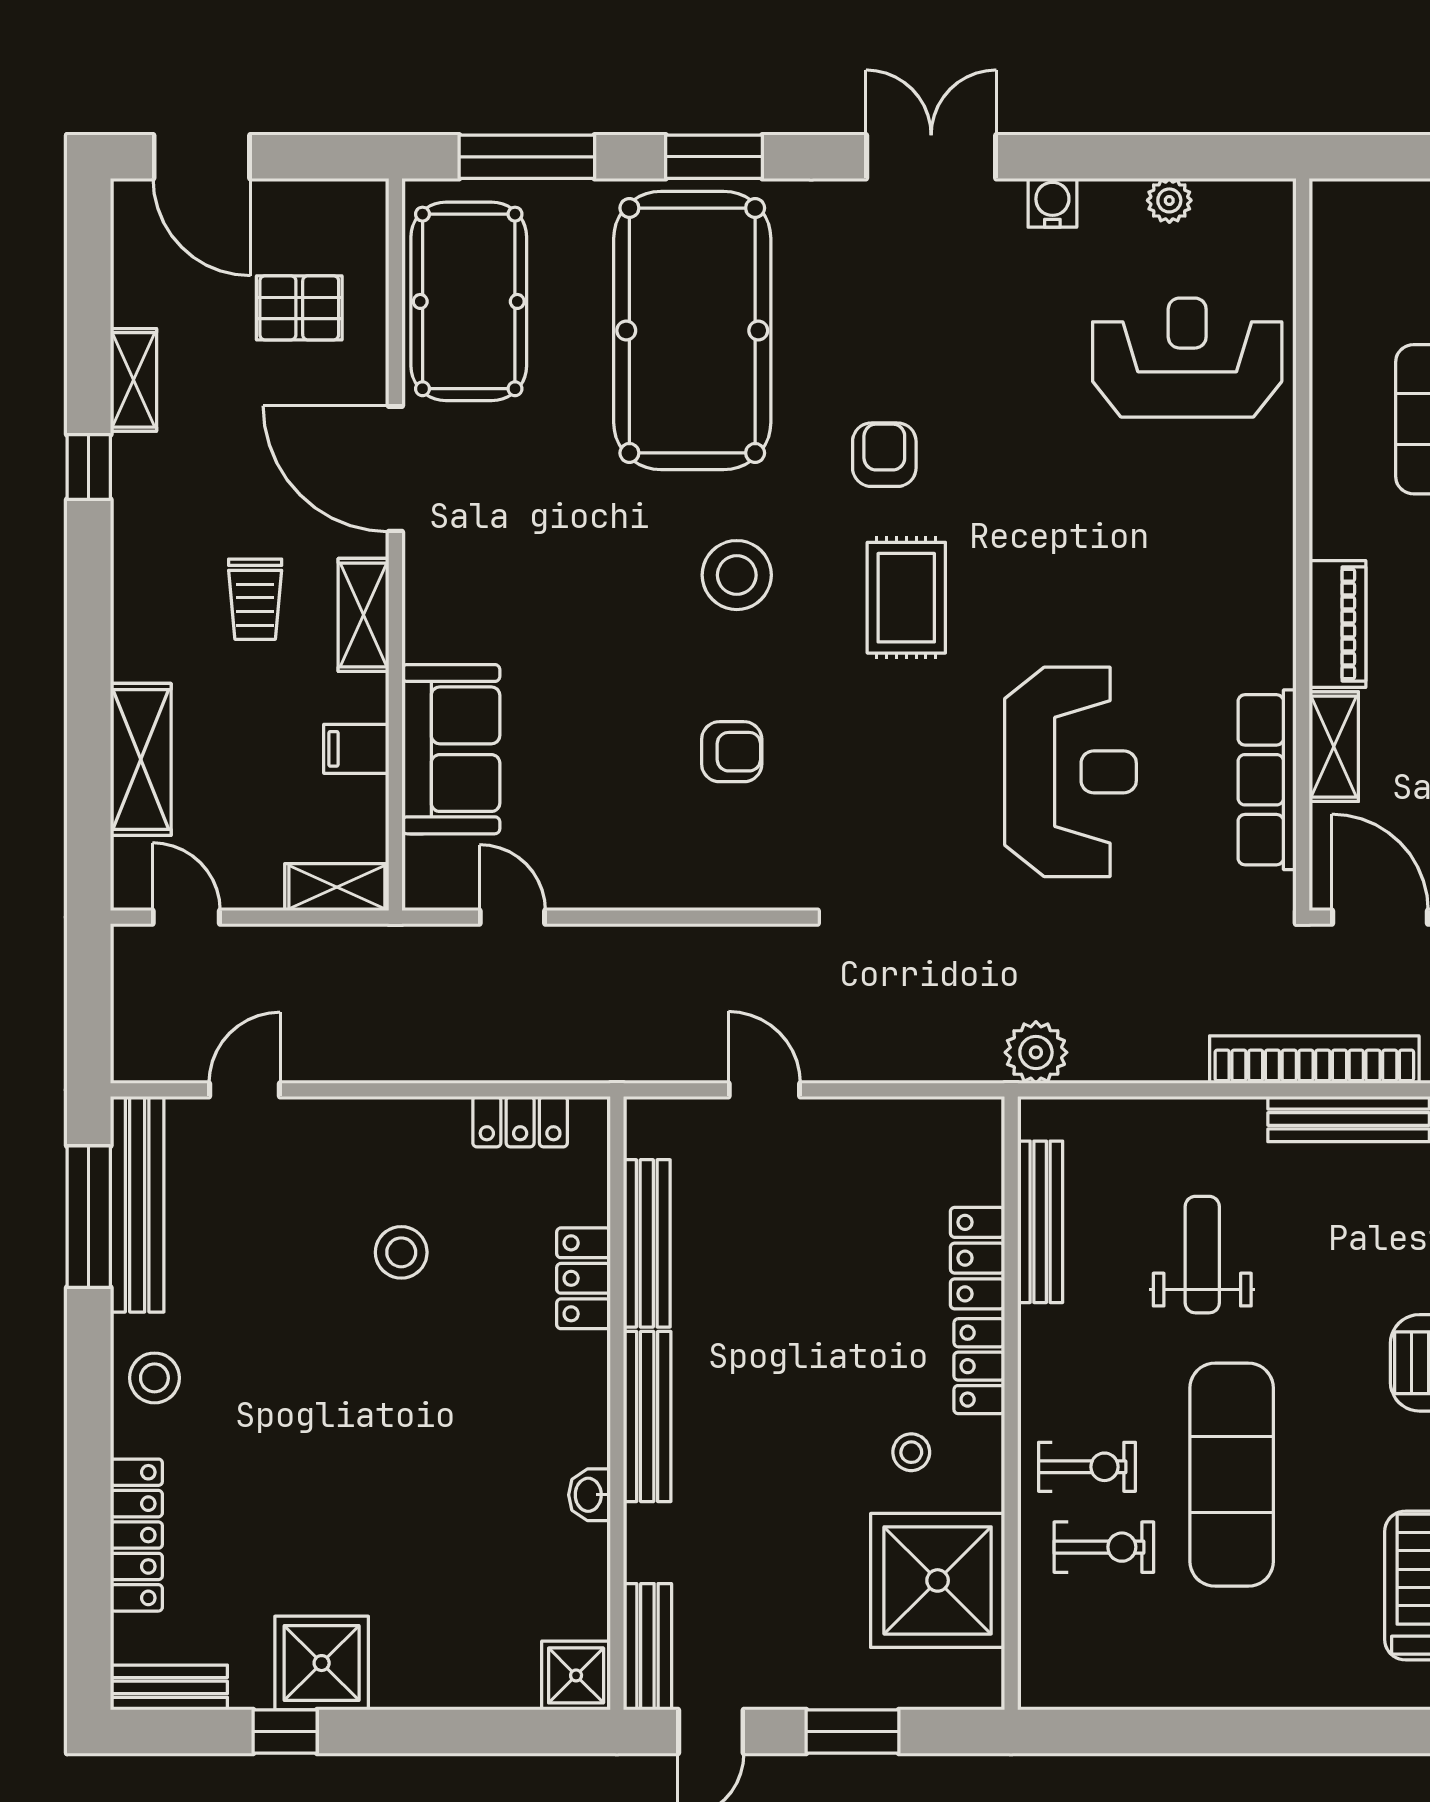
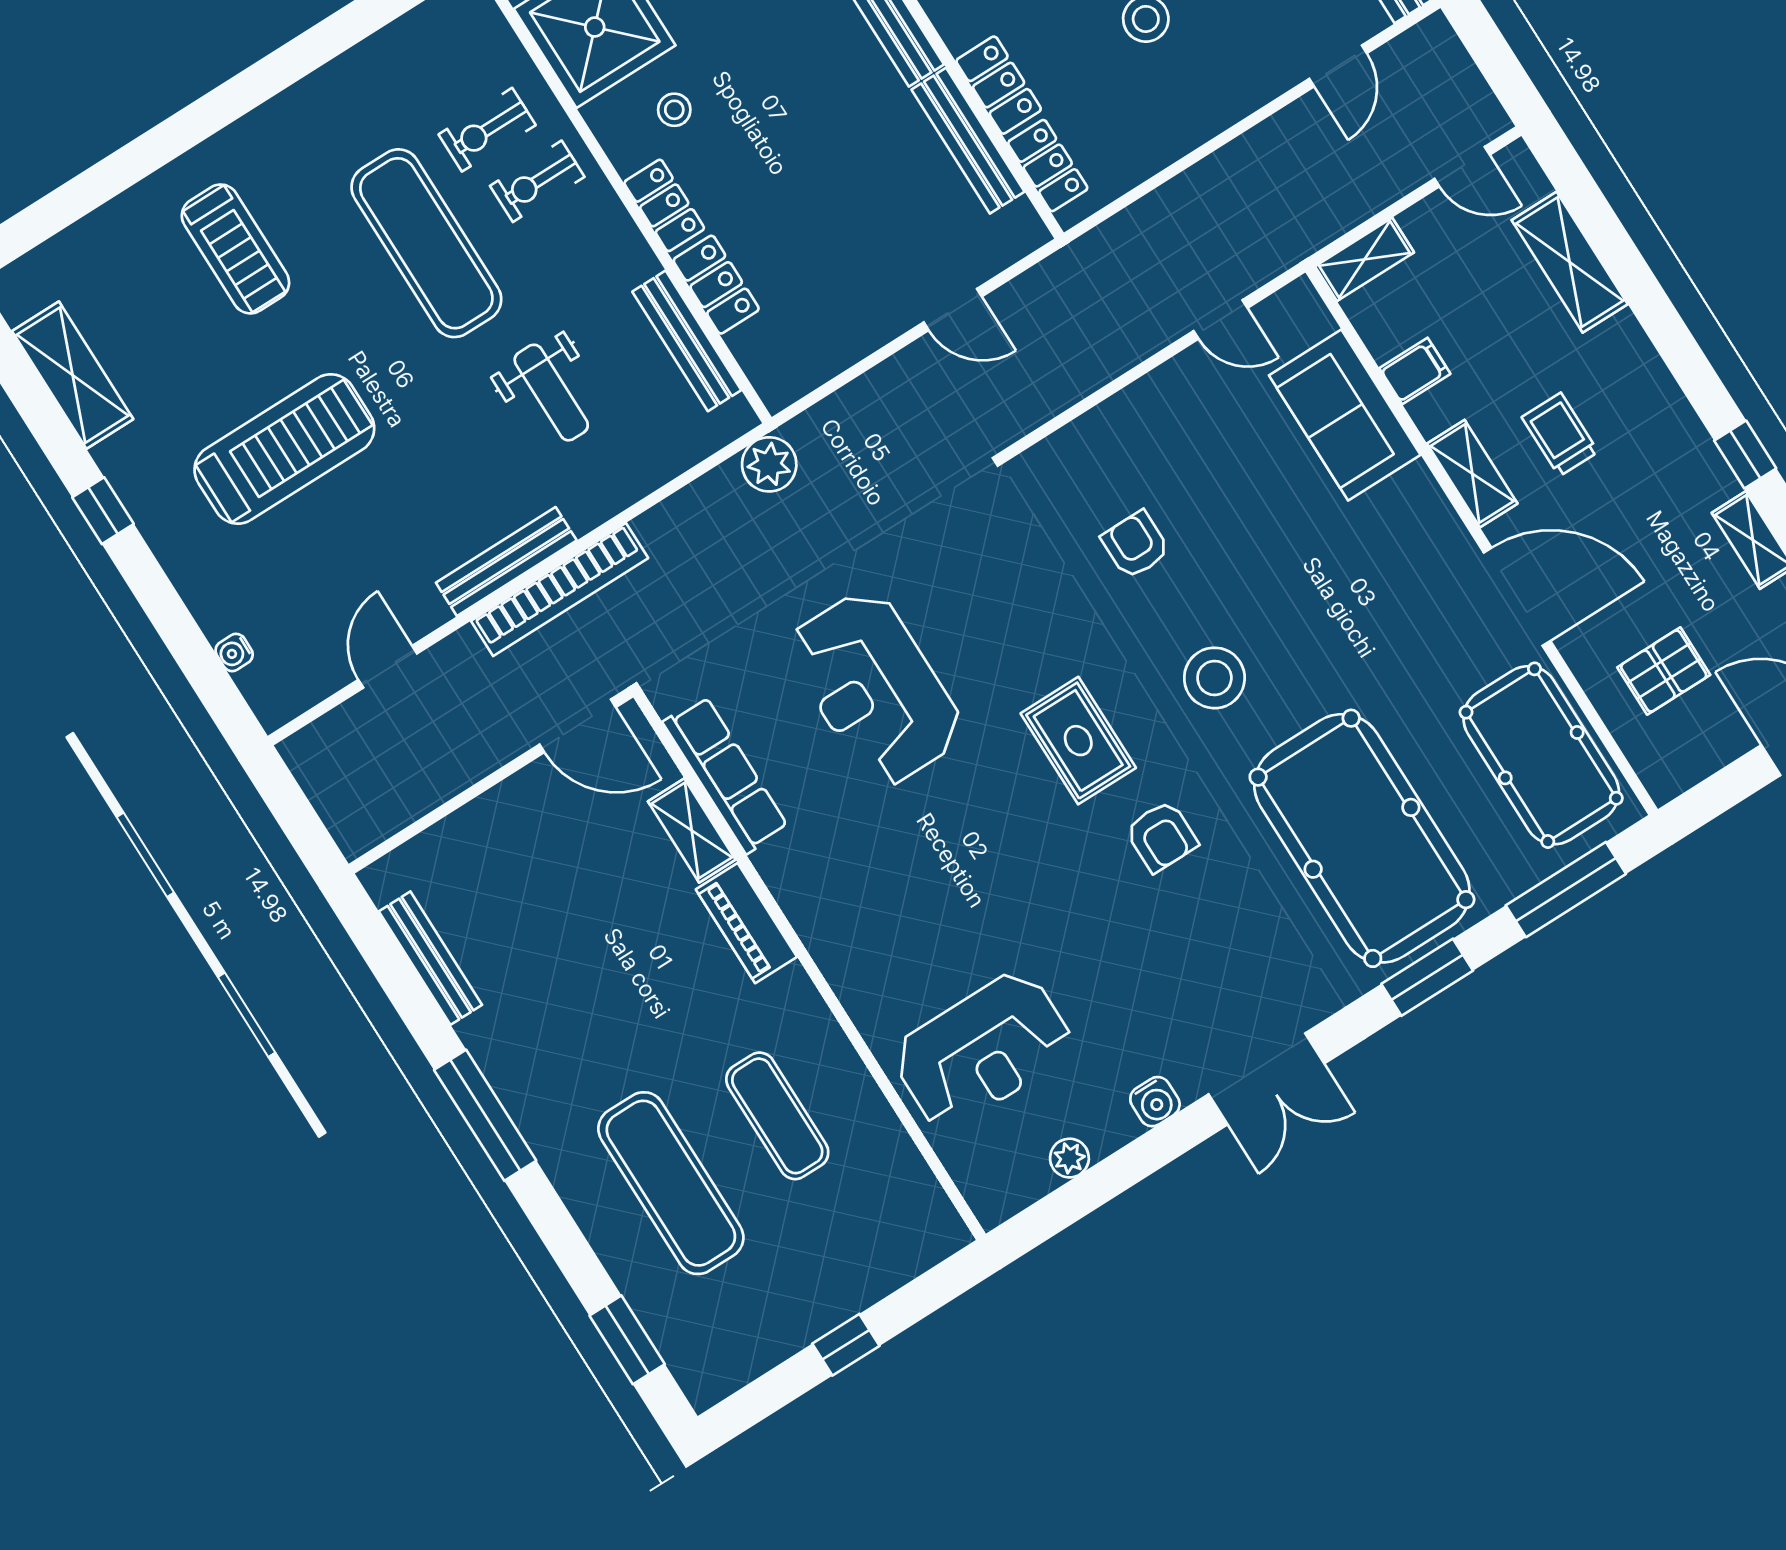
armchair: (732, 752) -> (1135, 545), turned 90
locker: (520, 1122) -> (1048, 166), moved, turned 90

